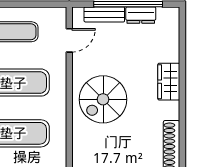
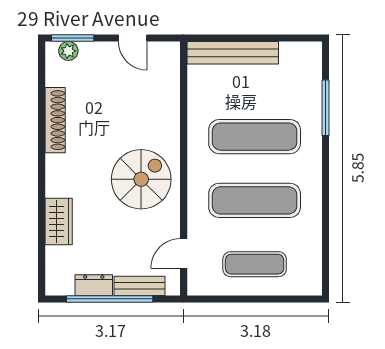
wardrobe: (169, 82) -> (59, 221), moved

